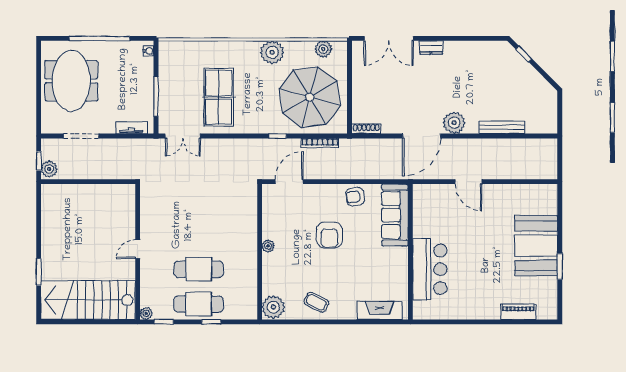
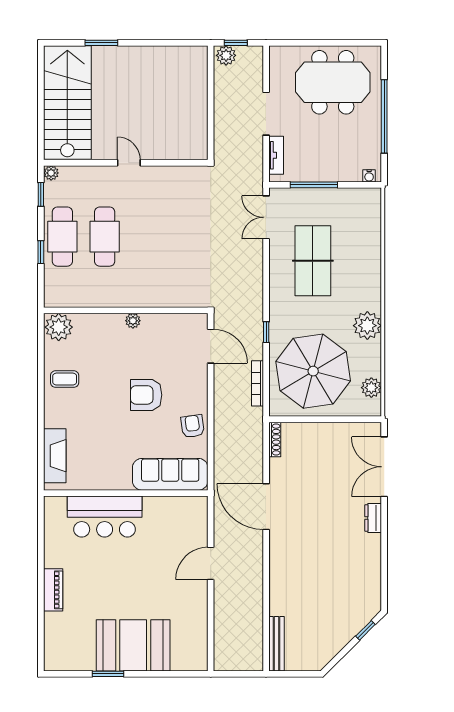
table tennis table: (219, 97) -> (313, 261), turned 90
plant: (454, 123) -> (282, 546), removed
bench: (502, 127) -> (276, 644), moved
doorway: (81, 136) -> (266, 114), moved
coffee table: (316, 302) -> (65, 379), turned 63
piano: (518, 312) -> (53, 590), moved

